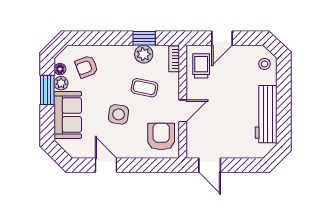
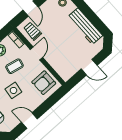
door: (183, 111) -> (36, 53), moved
armchair: (161, 136) -> (44, 83), turned -90
door: (210, 165) -> (89, 67), moved

